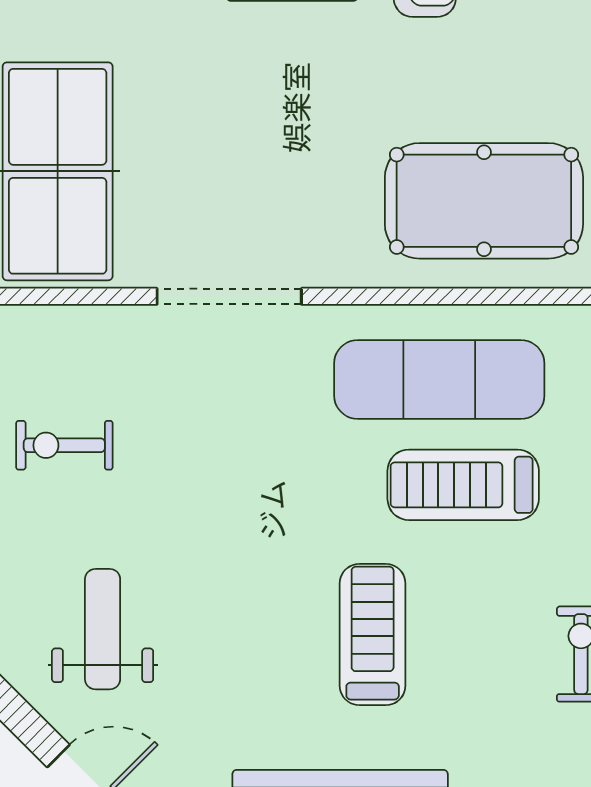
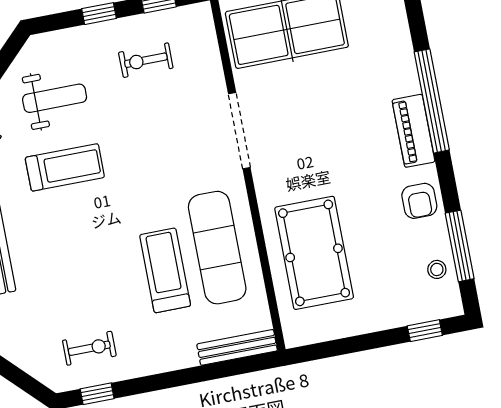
exercise bike: (64, 445) -> (146, 60), turned -90
treadmill: (373, 635) -> (65, 167), moved

